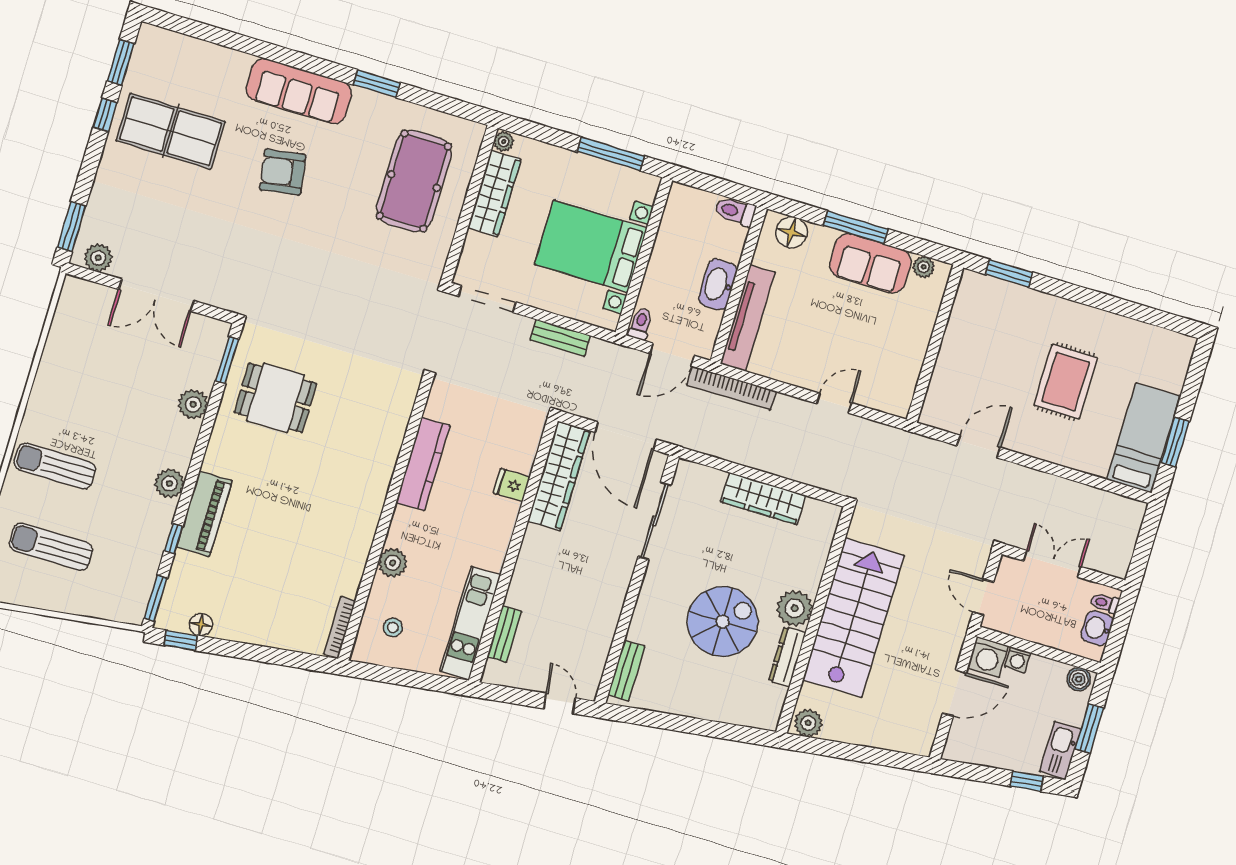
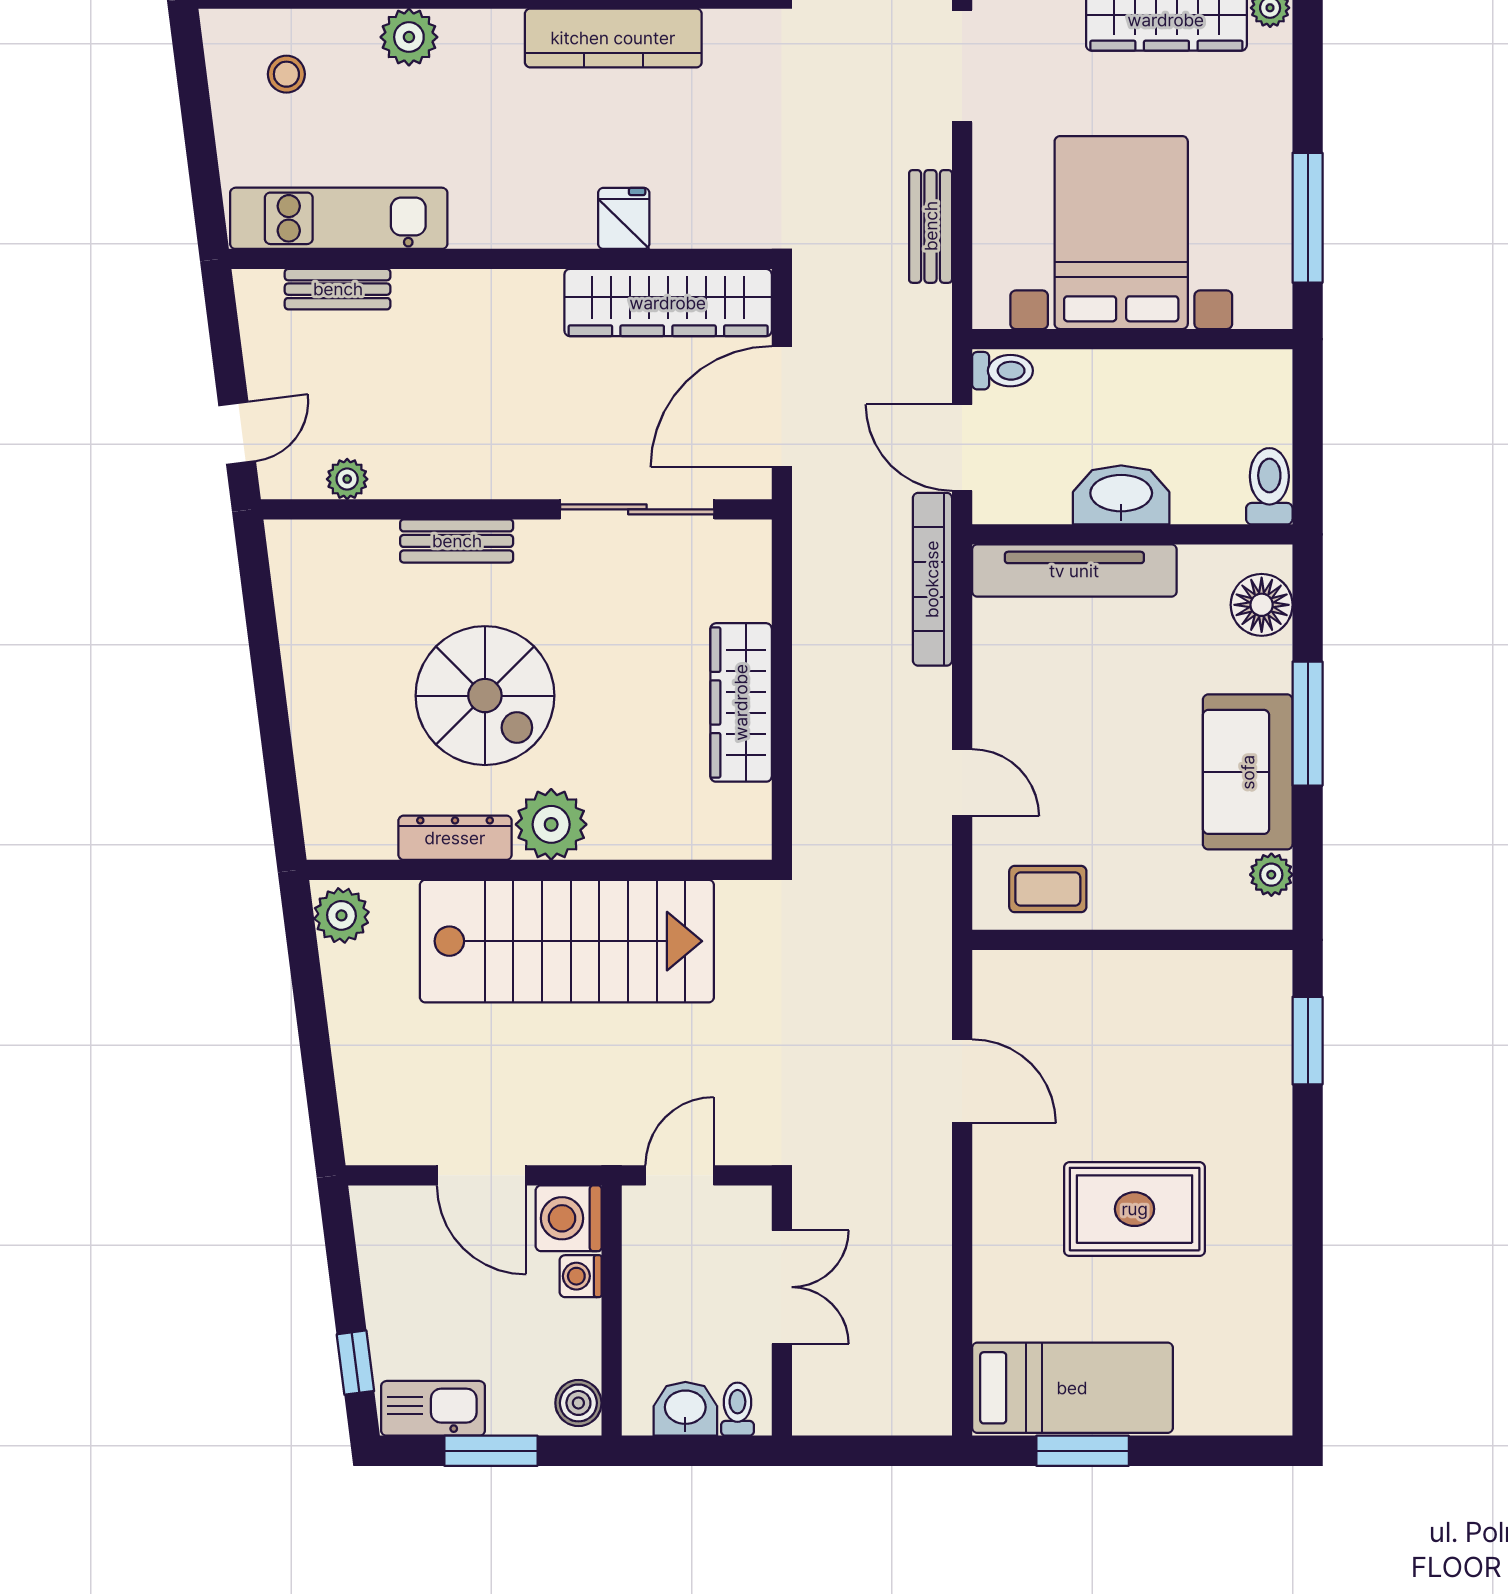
coffee table: (898, 377) -> (1048, 889), added
plant: (598, 657) -> (347, 479), added
bench: (626, 671) -> (457, 541), moved

